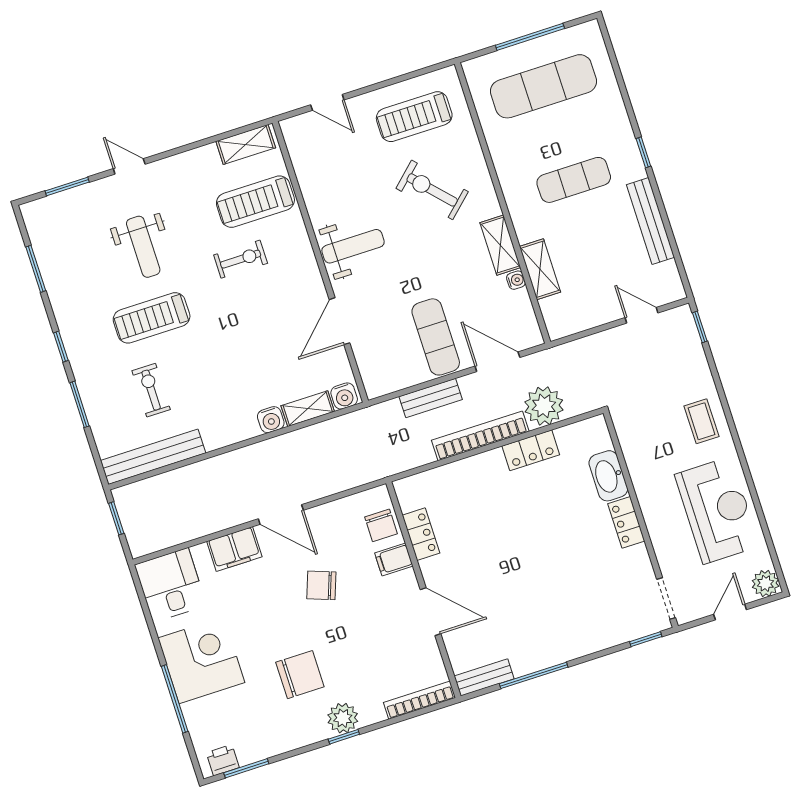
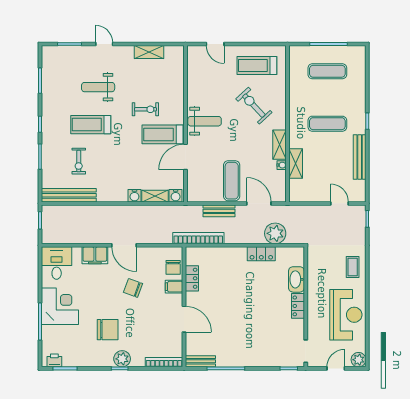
exercise mat: (543, 86) -> (327, 71), width x0.73, depth x0.69
shelving: (246, 144) -> (149, 52), moved
treadmill: (255, 202) -> (162, 134), moved
weight bench: (143, 247) -> (98, 87), turned 90
exercise bike: (151, 390) -> (79, 161), turned 180
bookcase: (480, 436) -> (198, 238), moved

